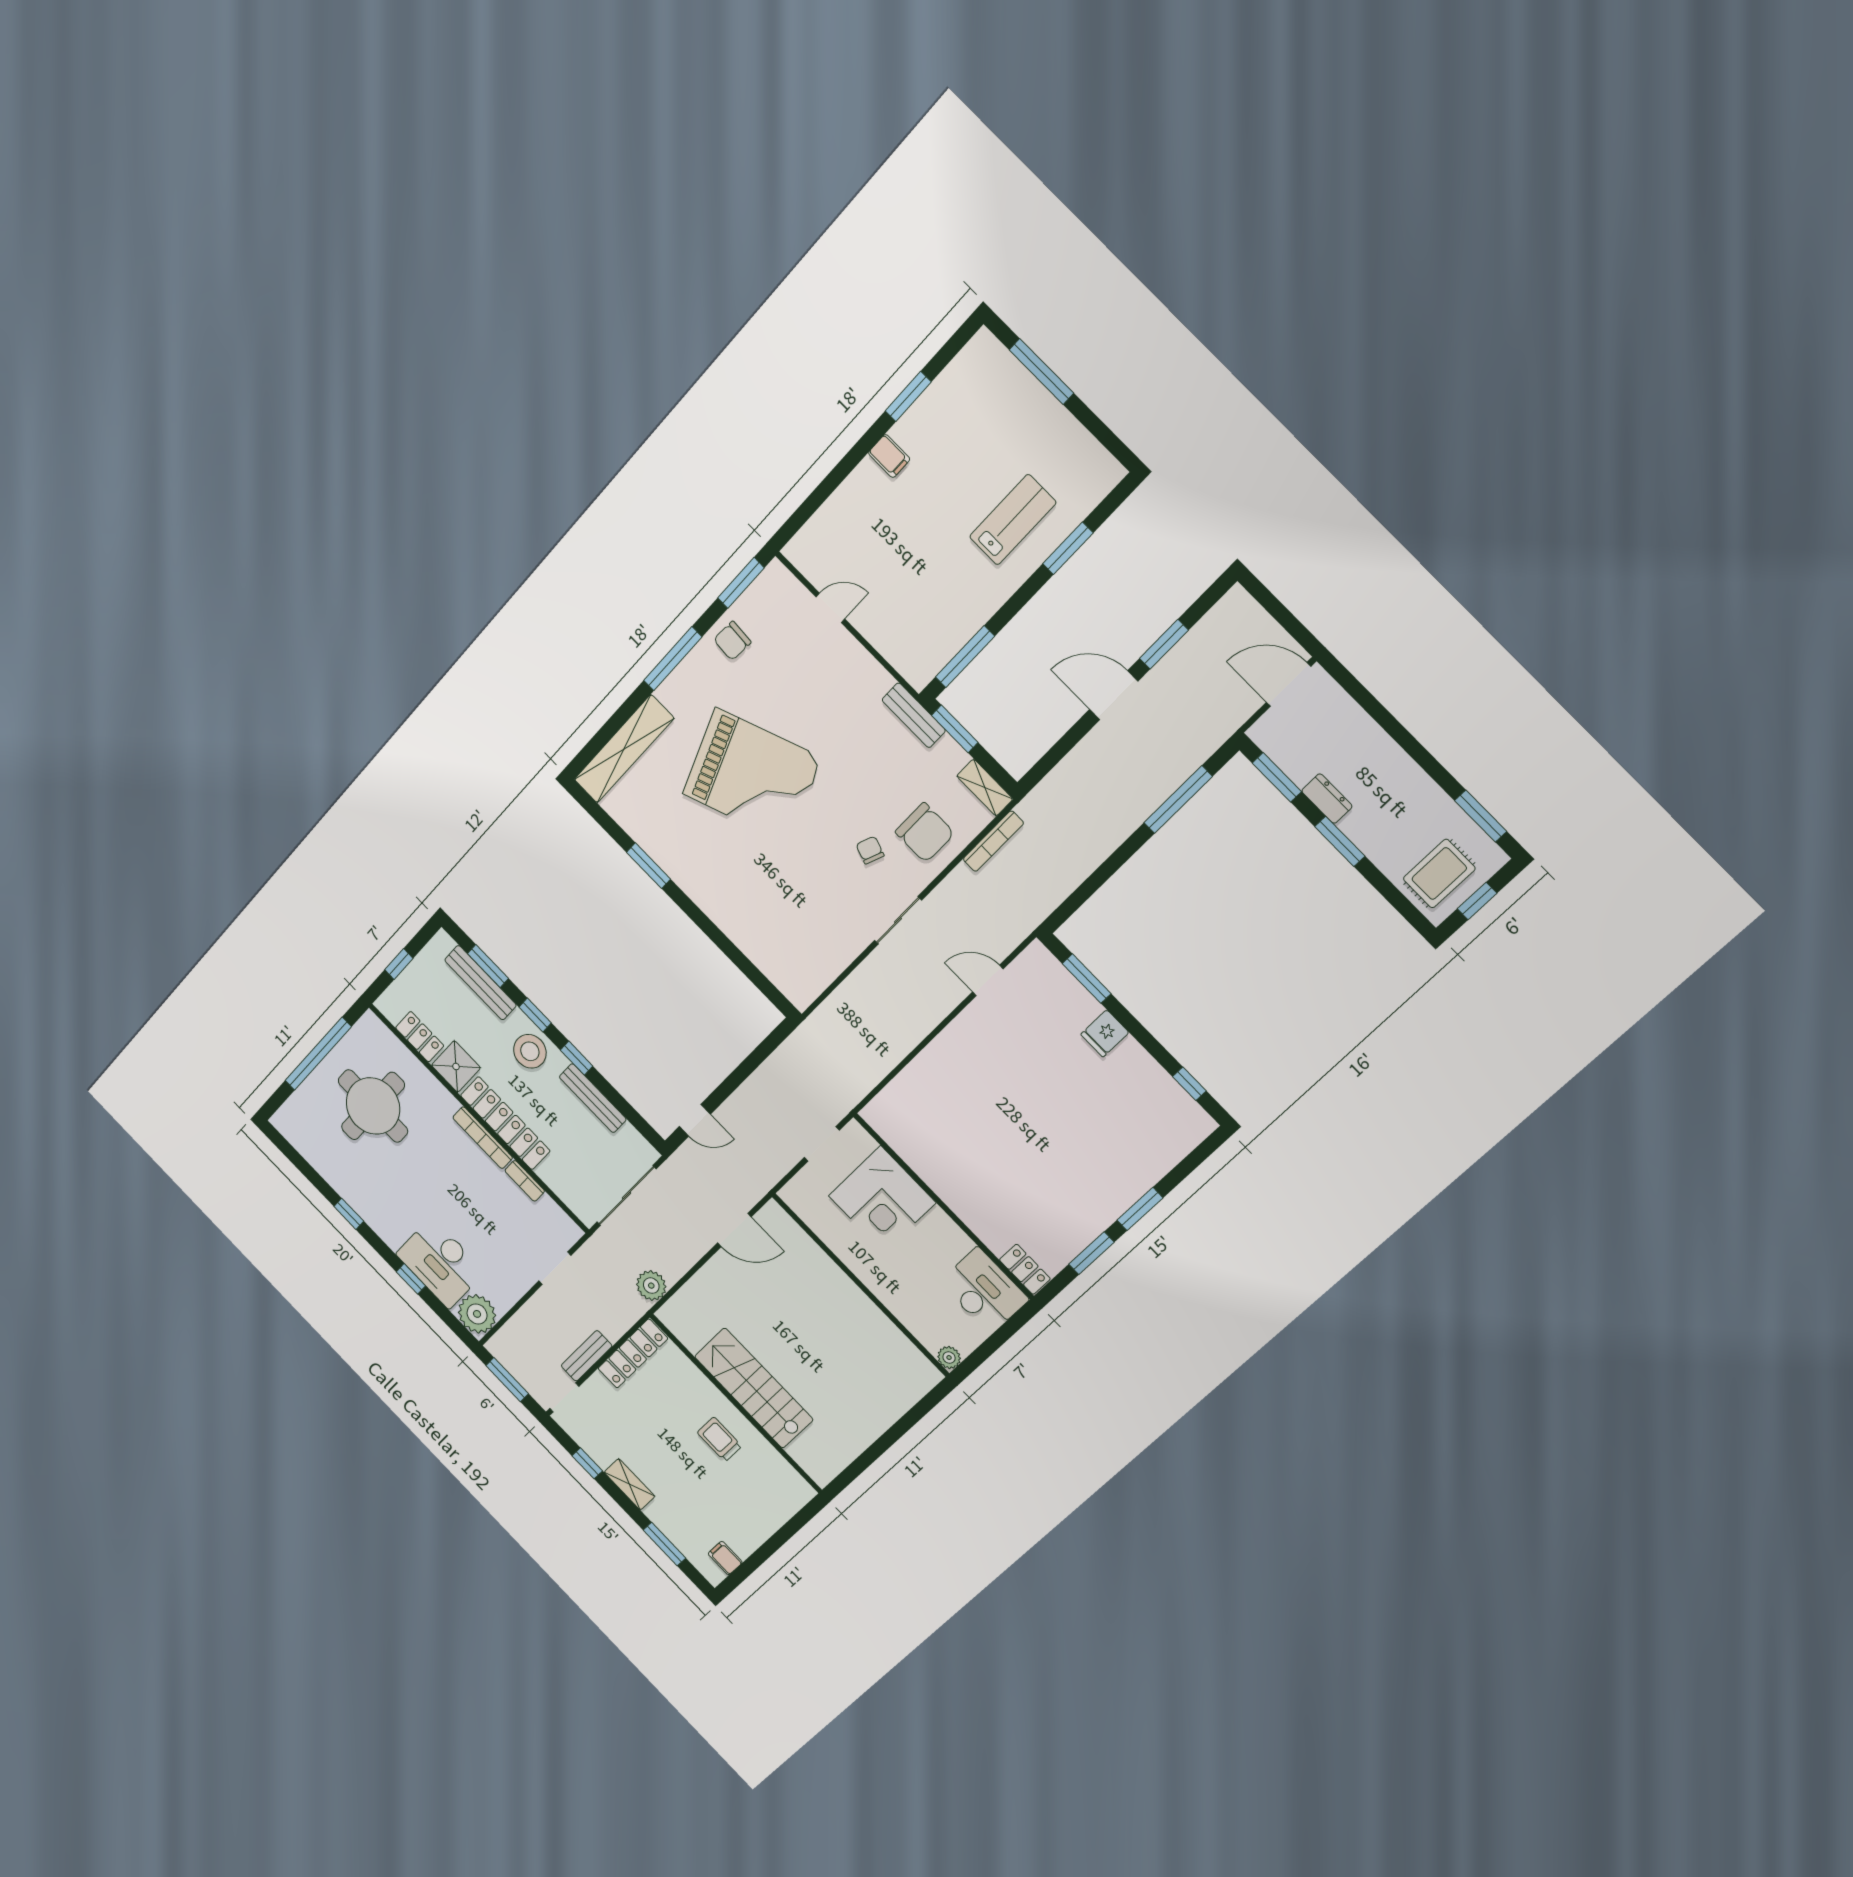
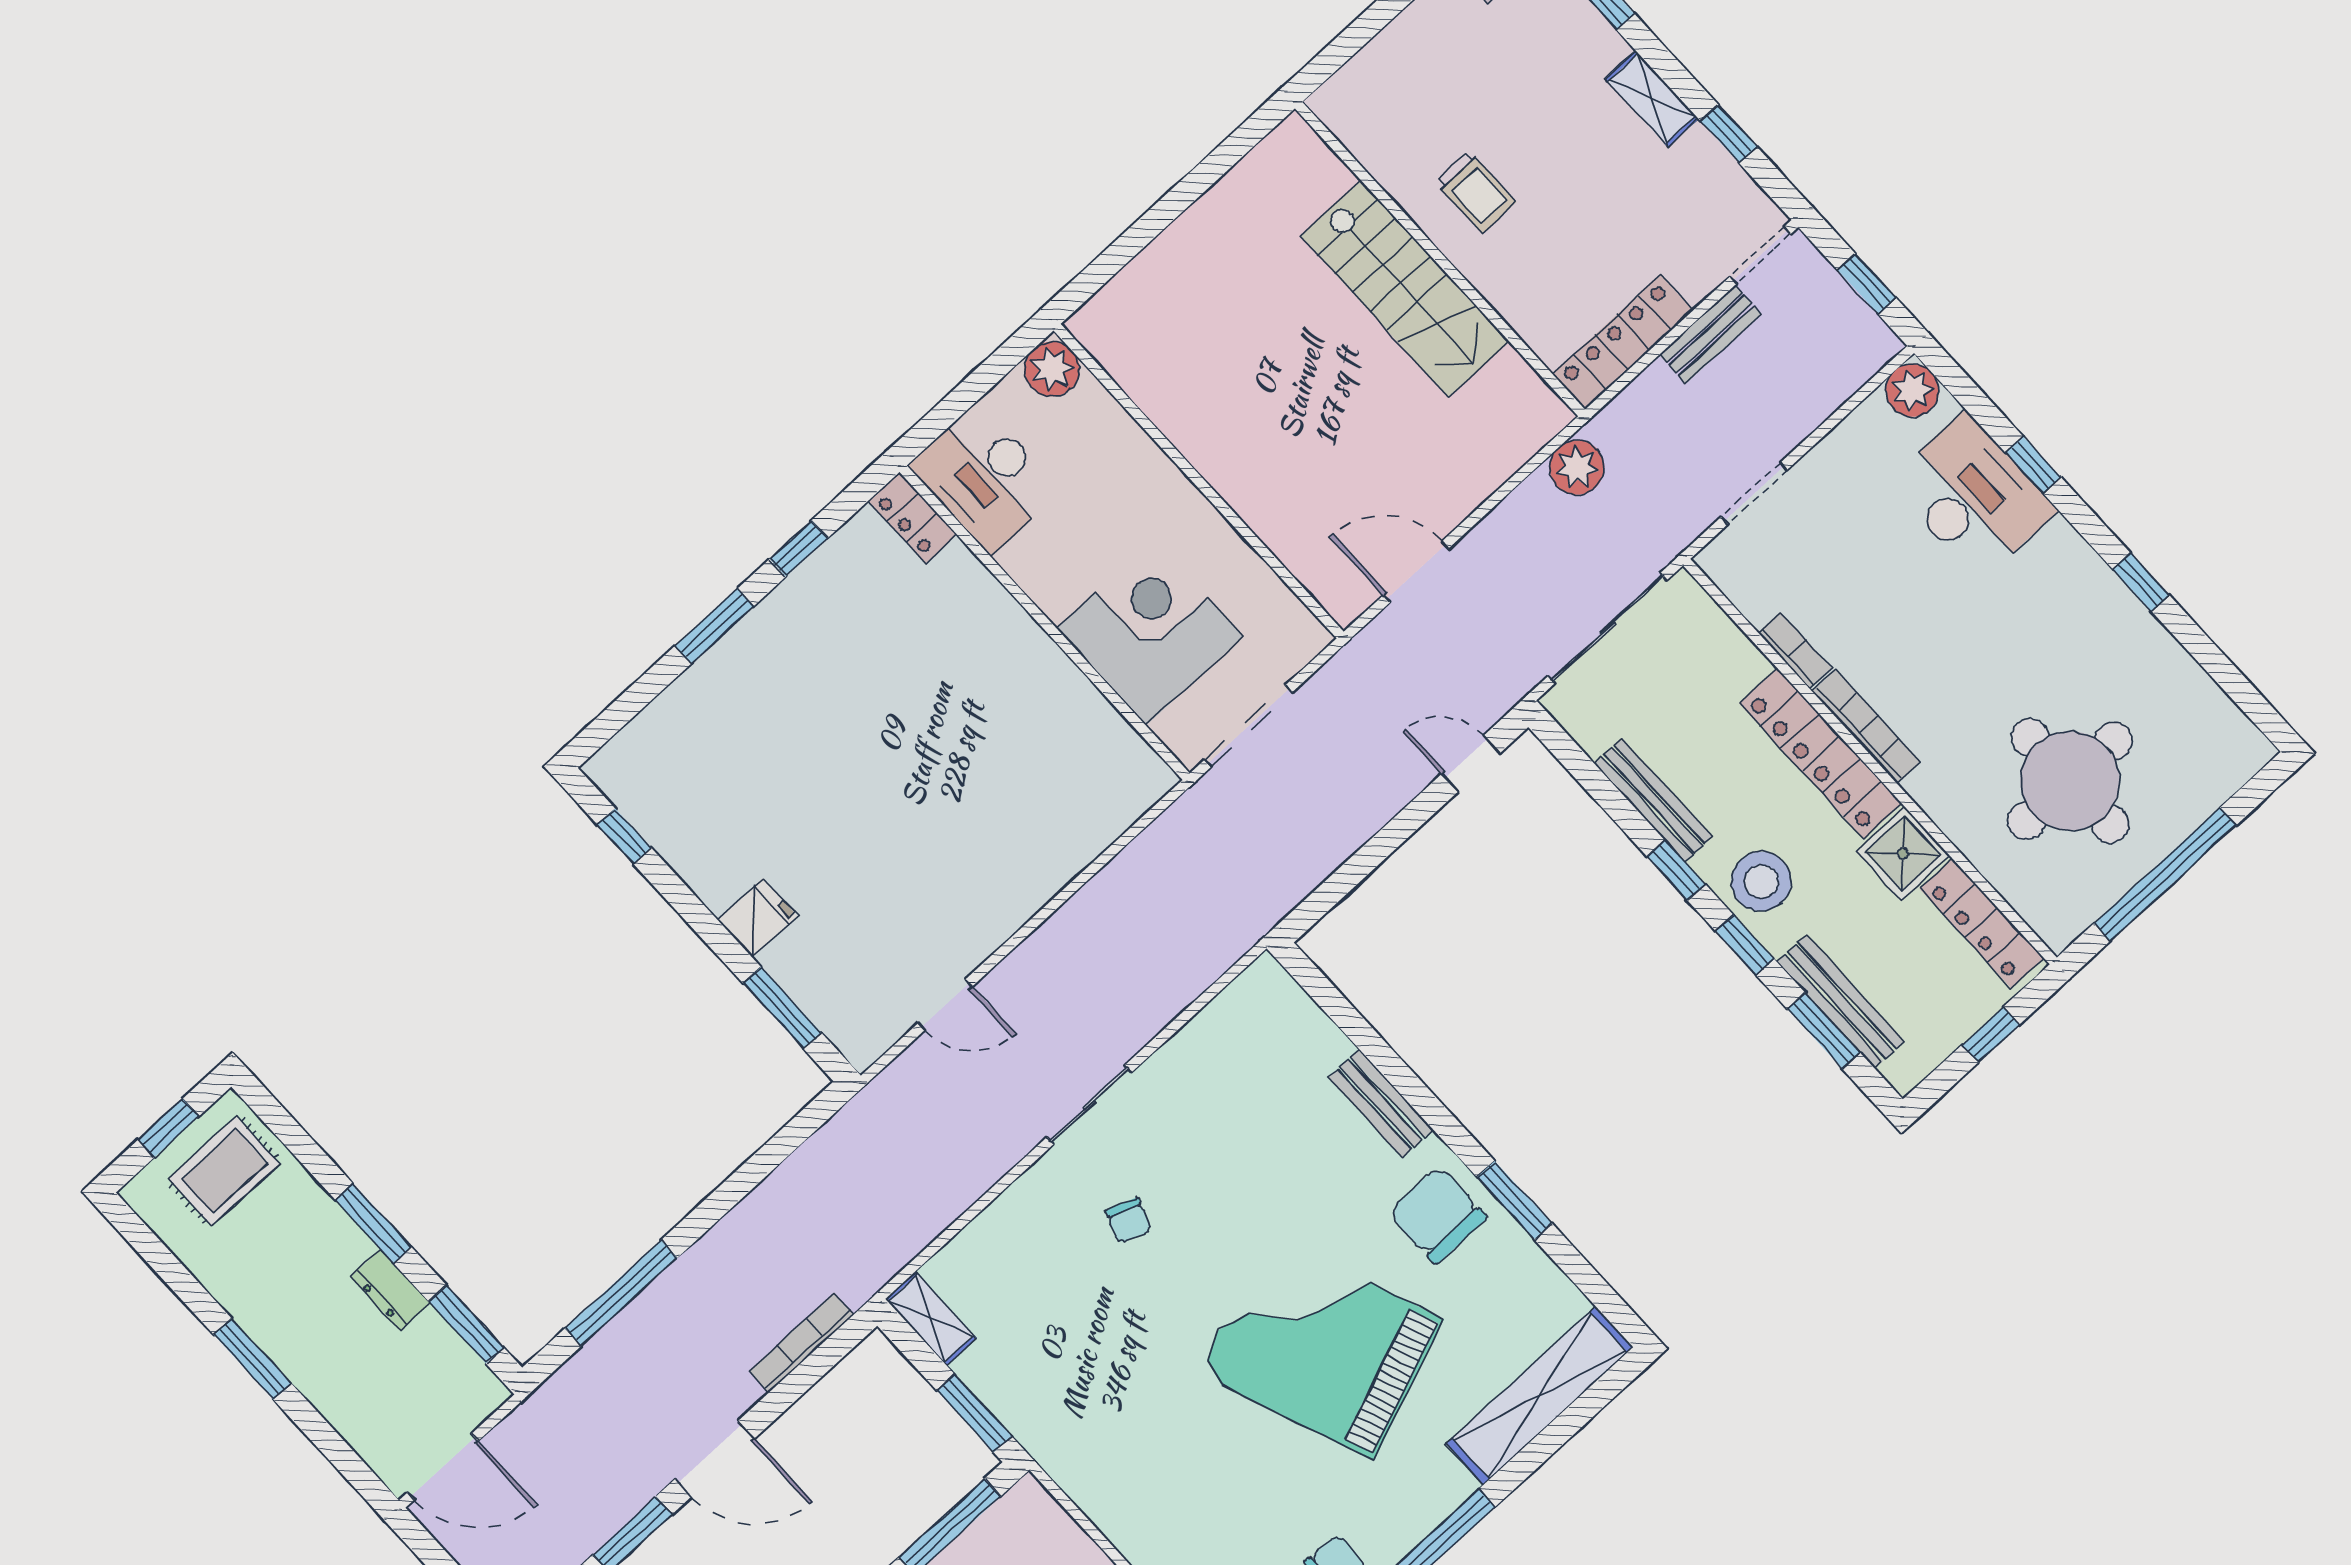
bench: (914, 715) -> (1381, 1103), moved
window: (1481, 816) -> (253, 1359), moved
chair: (925, 833) -> (1437, 1215), moved
bookcase: (993, 841) -> (802, 1343), moved
locker: (420, 1037) -> (1982, 923), width x1.53
doorway: (822, 1144) -> (1248, 726), width x1.38
window: (1092, 1253) -> (799, 549), width x0.67
plant: (477, 1314) -> (1912, 390), width x0.73, depth x0.73
plant: (949, 1358) -> (1052, 369), width x1.38, depth x1.38
window: (507, 1380) -> (1867, 284), width x0.67

